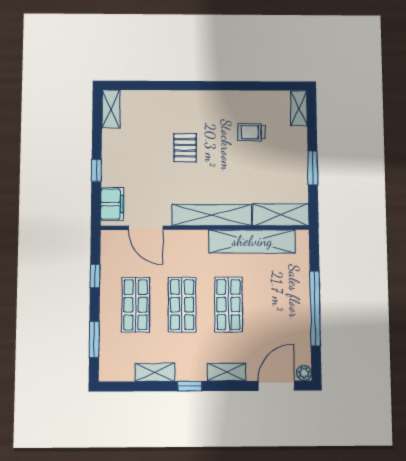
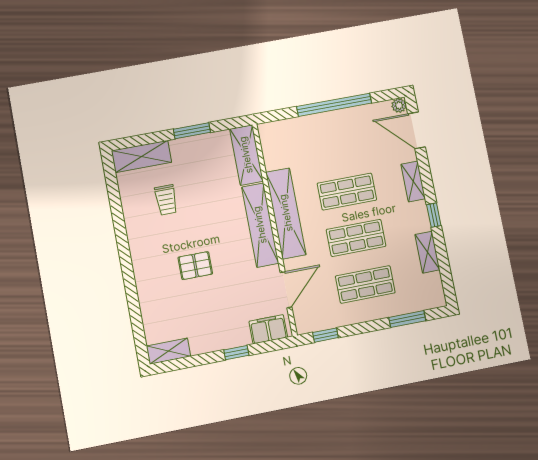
shelving: (299, 108) -> (141, 156), width x1.50, depth x1.33
shelving: (252, 241) -> (286, 213), moved
window: (95, 276) -> (325, 335), moved

